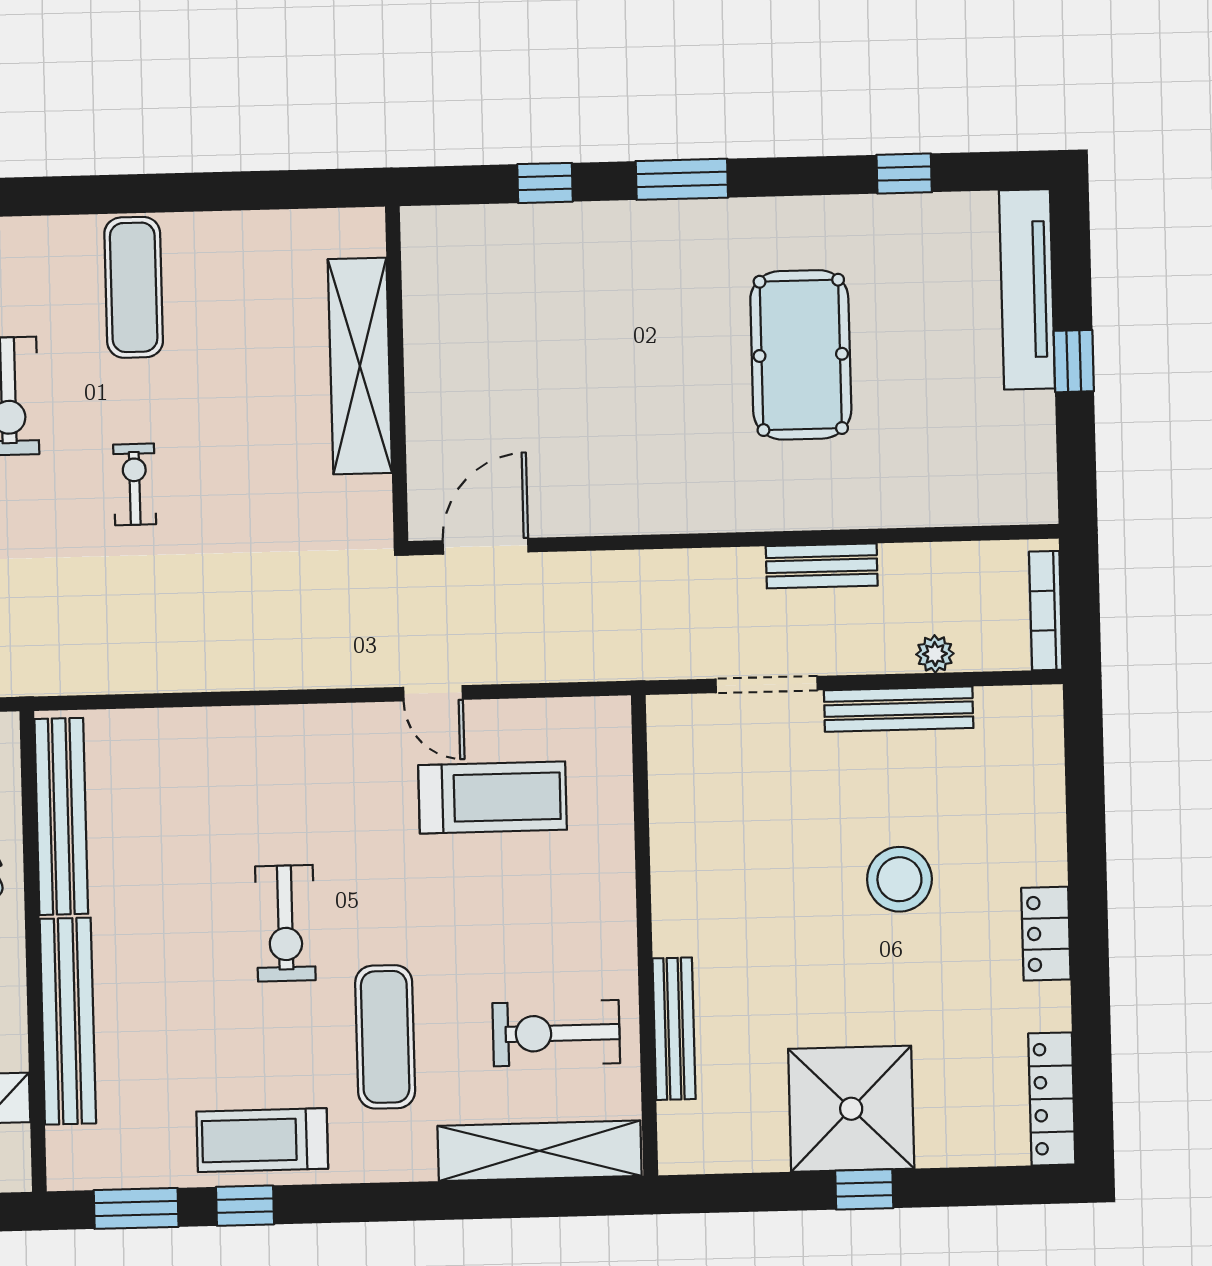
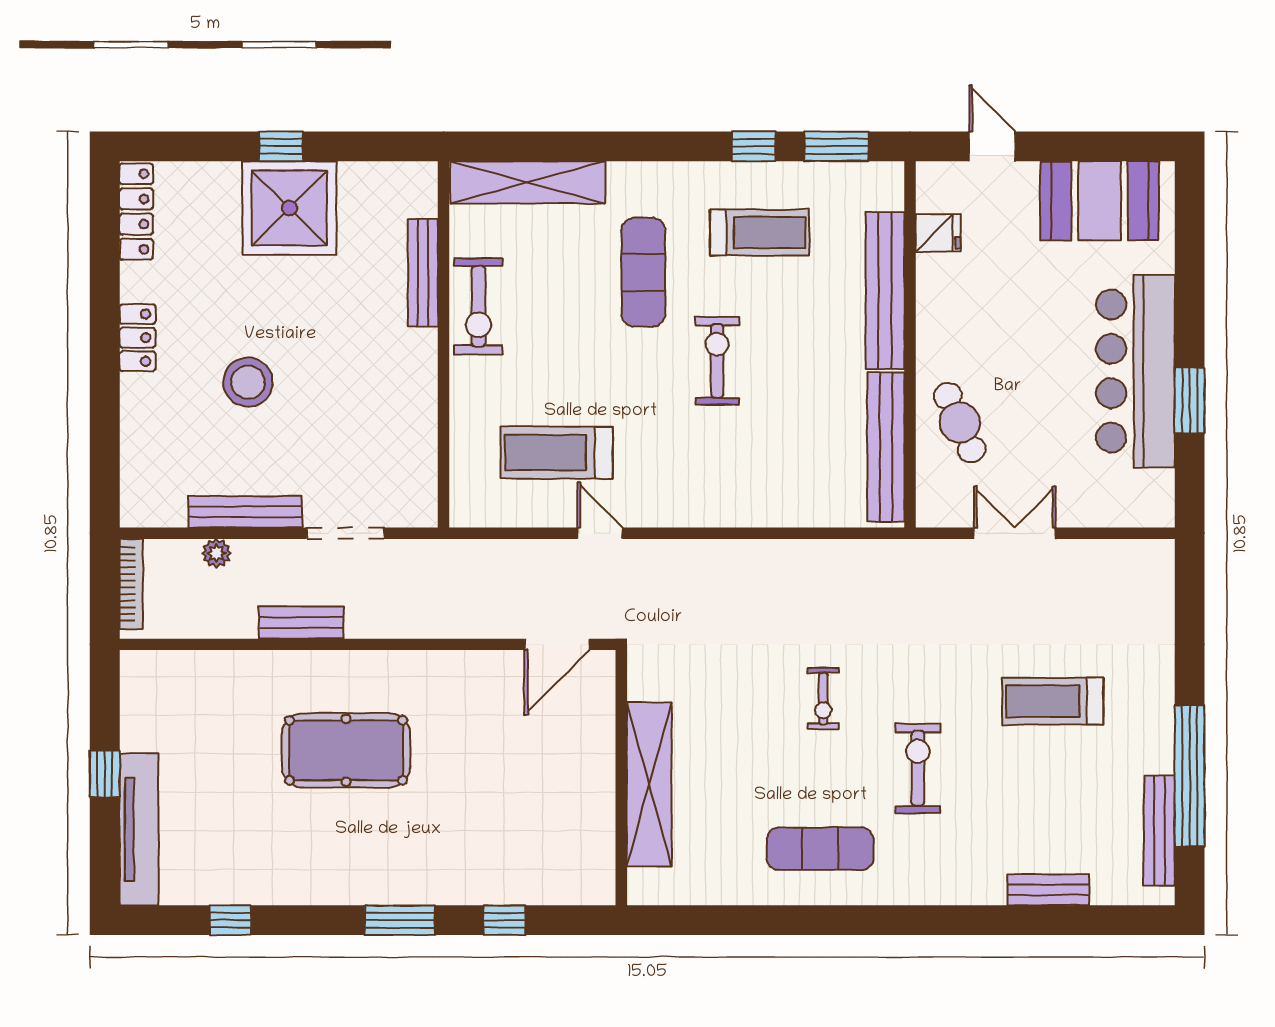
exercise mat: (134, 287) -> (820, 849), turned 90
pool table: (801, 355) -> (346, 750), moved, turned 90
exercise bike: (556, 1033) -> (478, 306), moved, turned 90
treadmill: (262, 1140) -> (760, 232), moved

